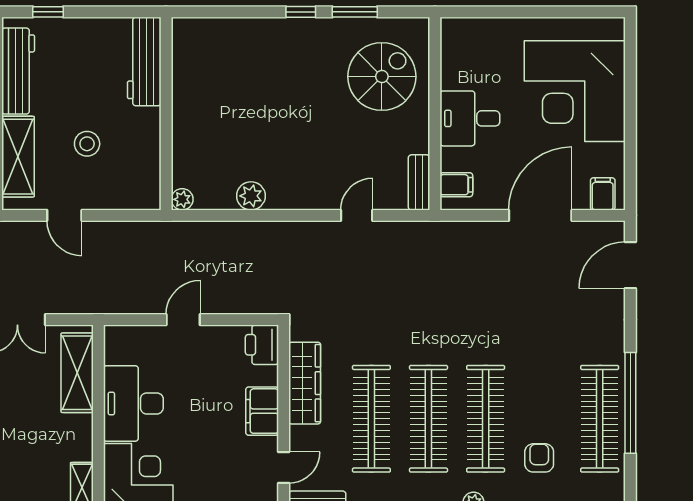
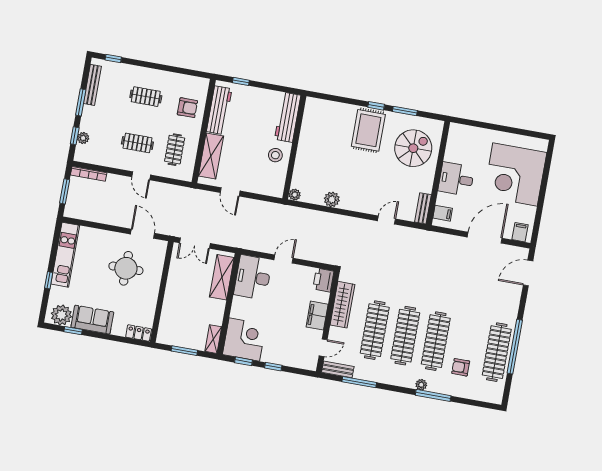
rug: (295, 59) -> (368, 130), added
stool: (87, 144) -> (275, 155), moved
desk: (133, 403) -> (253, 277), moved
armchair: (539, 458) -> (461, 367), turned -90

